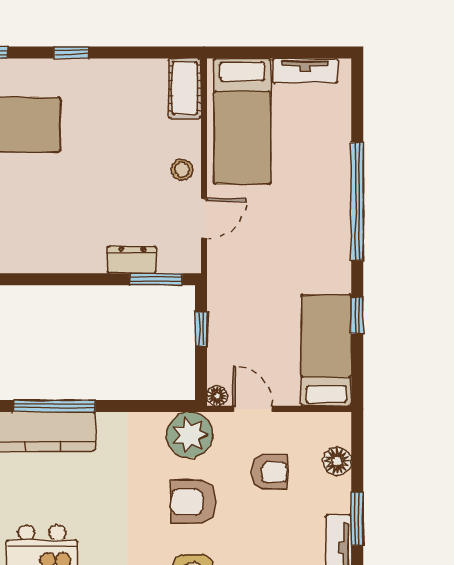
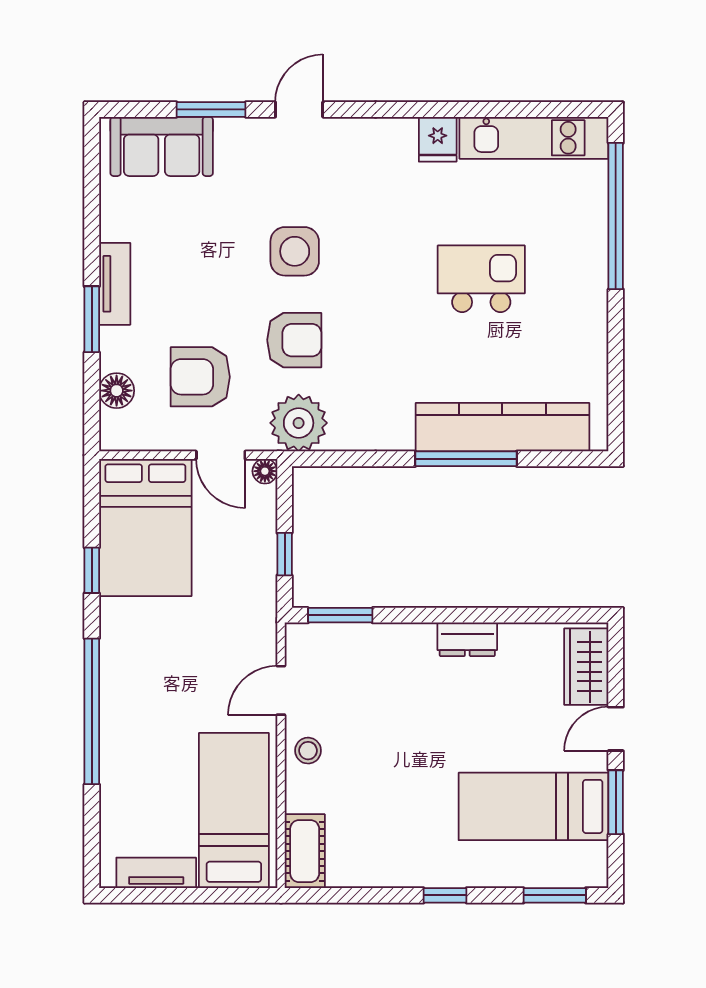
dresser: (132, 260) -> (467, 639), moved
bed: (326, 350) -> (145, 527), width x1.50
armchair: (269, 472) -> (200, 377), width x1.38, depth x1.38

